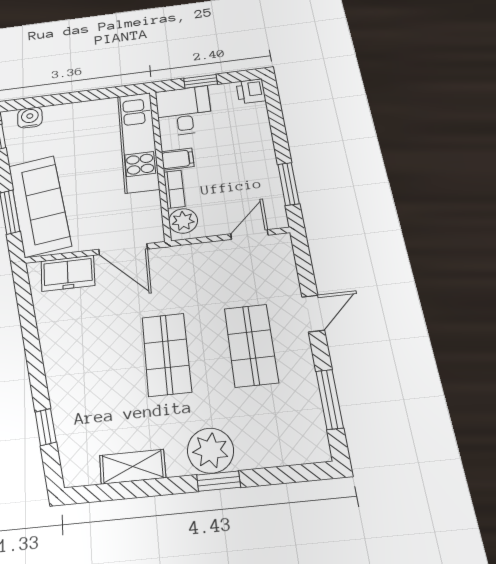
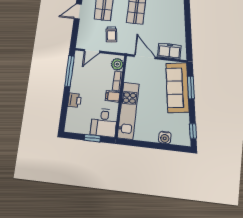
printer: (251, 91) -> (75, 100), moved
water cooler: (30, 118) -> (165, 137), moved
window: (288, 184) -> (69, 71), width x1.44
trolley: (213, 279) -> (111, 34), added

